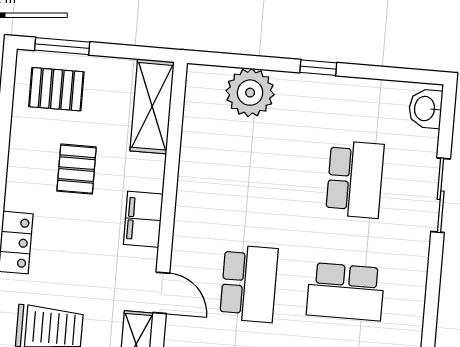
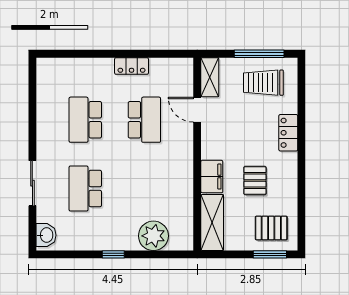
filing cabinet: (143, 219) -> (212, 177), moved
school desk: (249, 284) -> (144, 120), turned 180
school desk: (346, 292) -> (85, 120), turned -90

